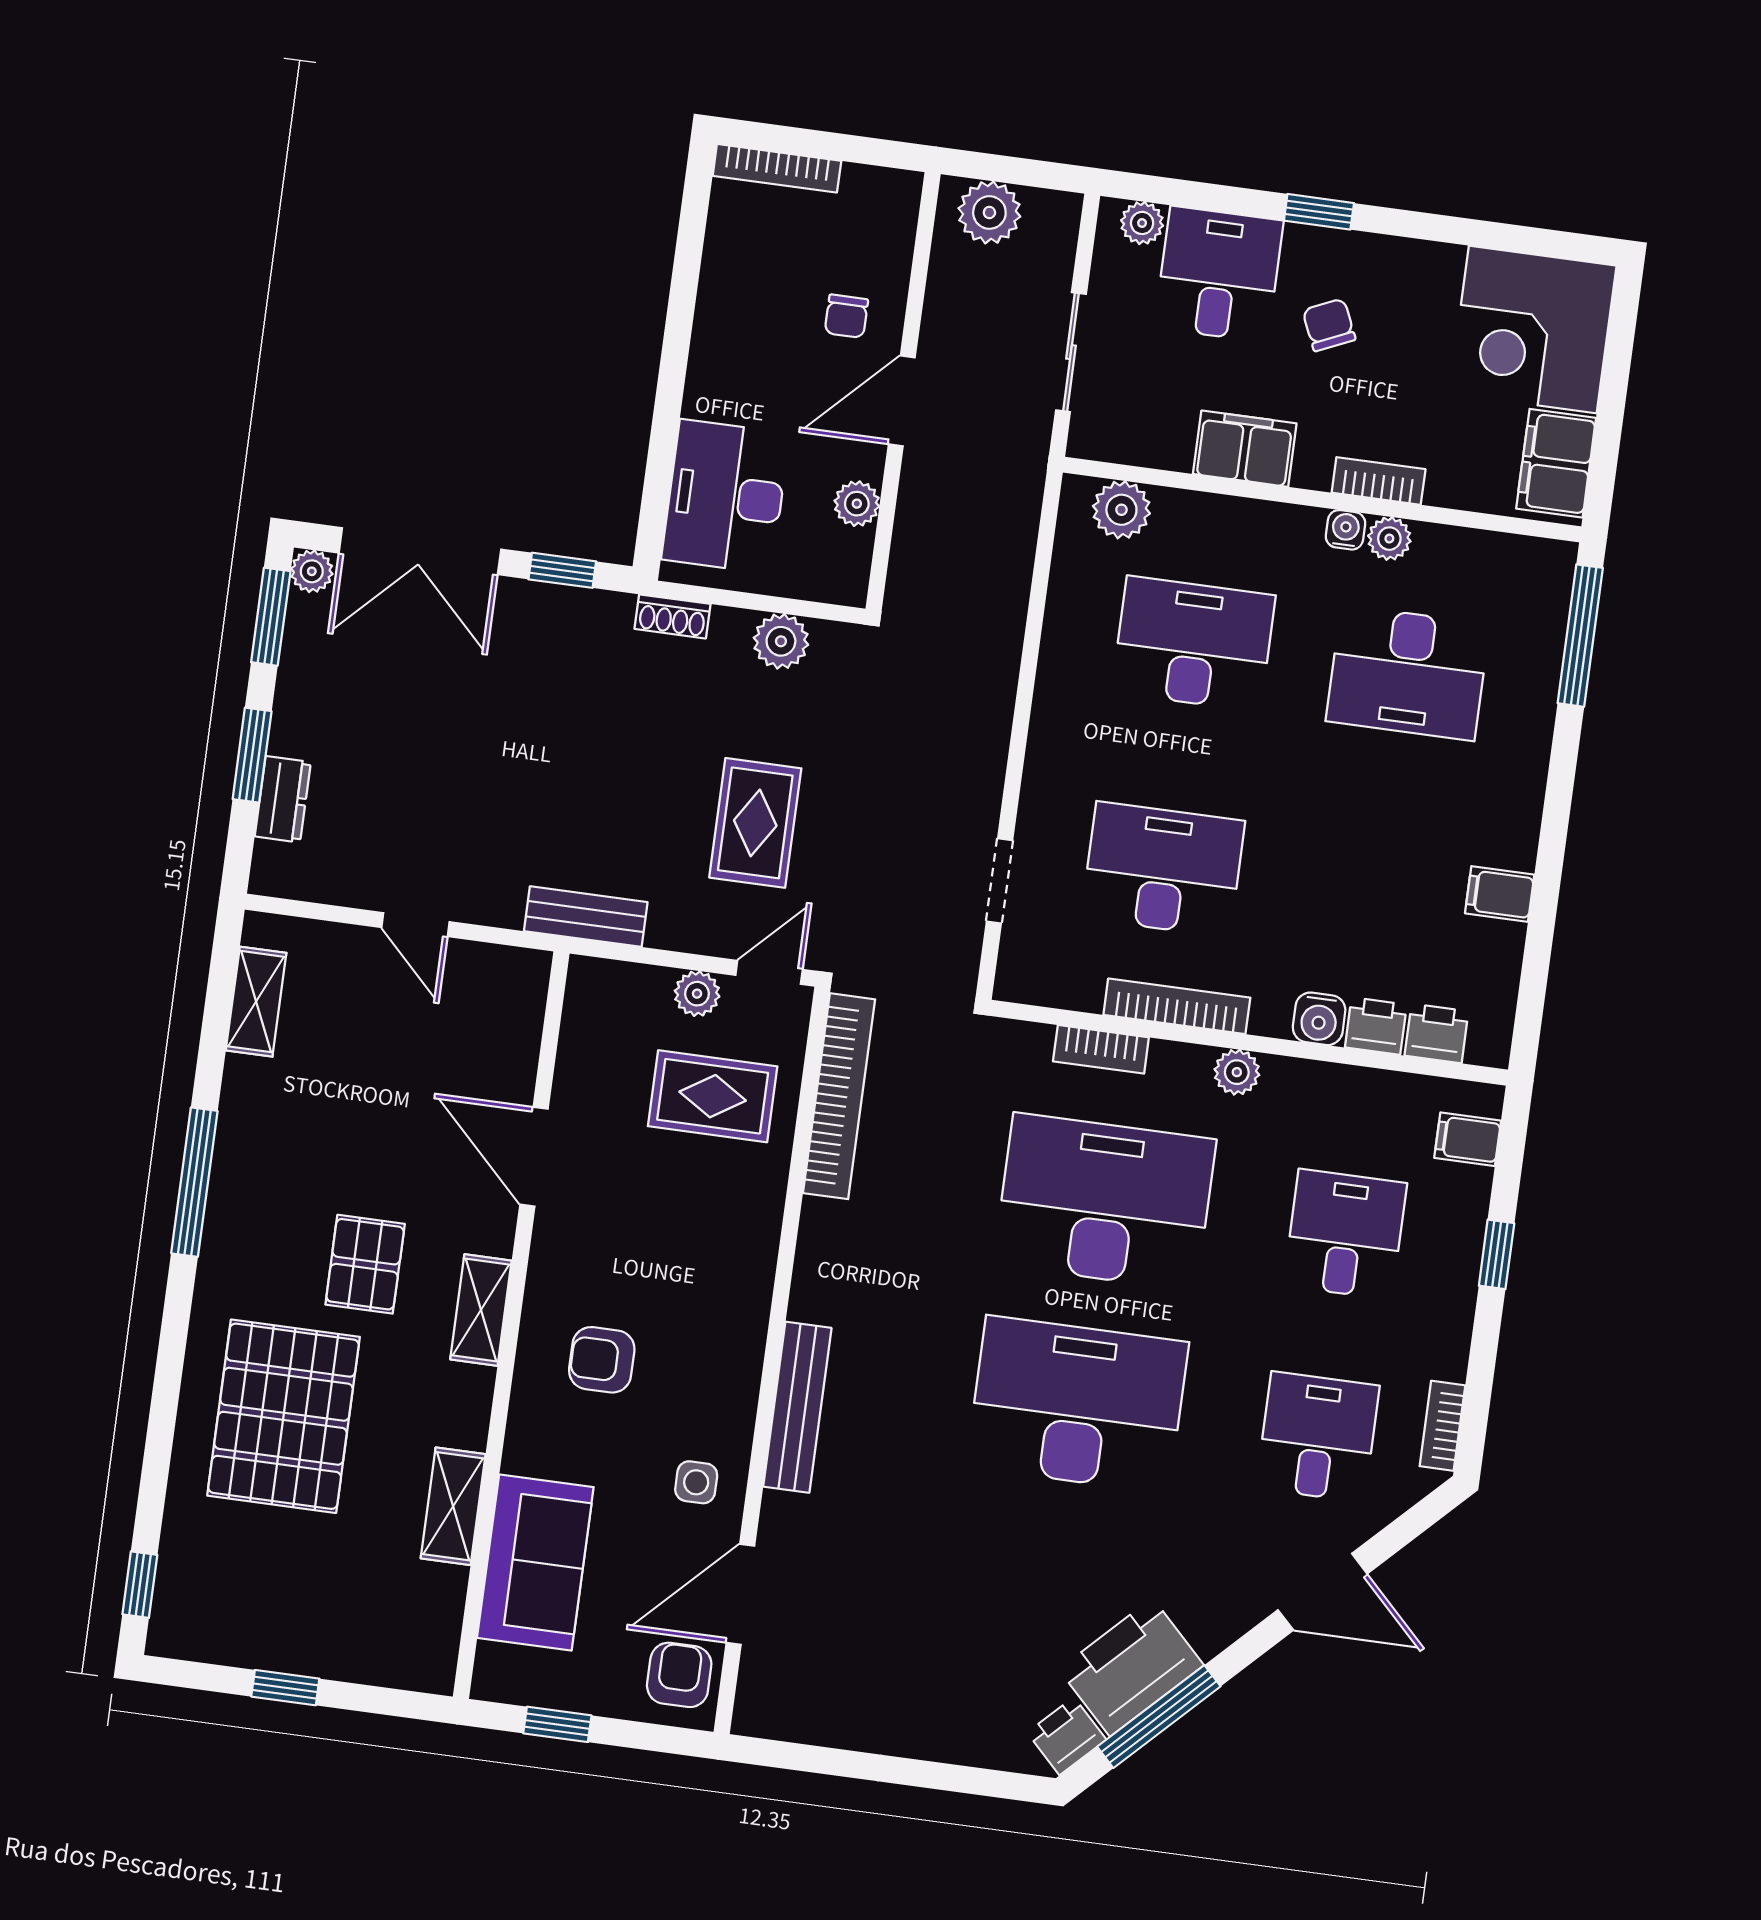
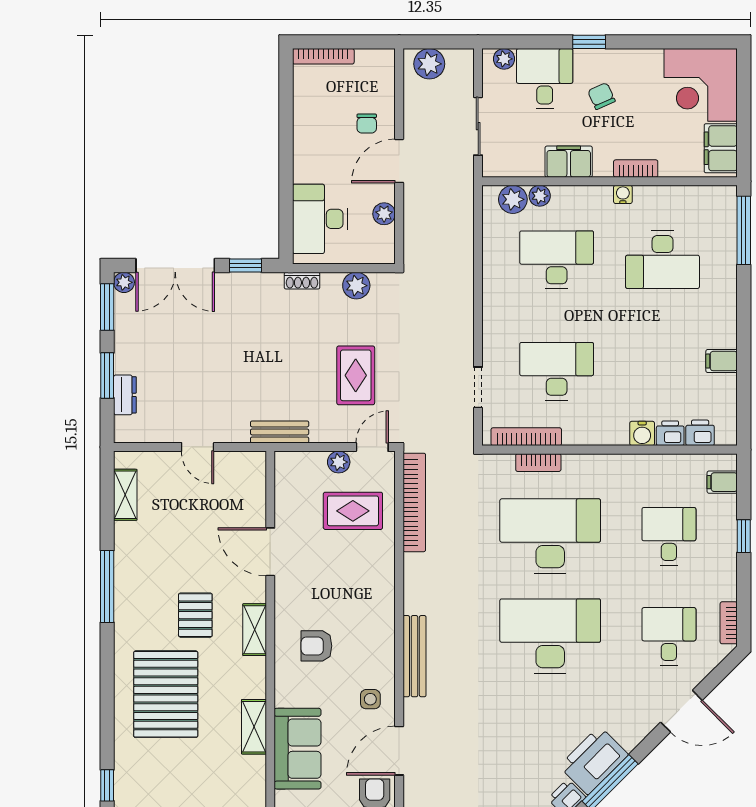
plant: (1389, 539) -> (540, 196), moved
bookcase: (1177, 1006) -> (526, 437), moved
plant: (1237, 1072) -> (606, 465), removed

